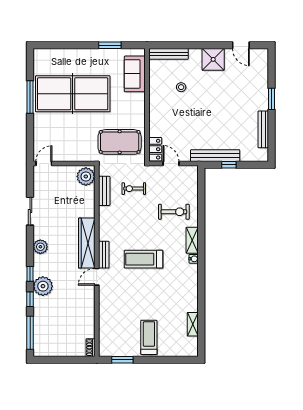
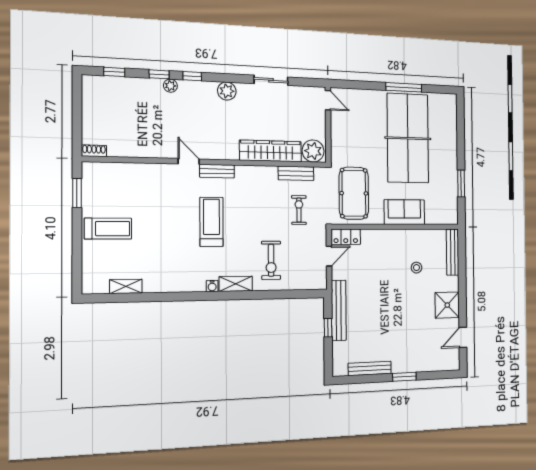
sofa: (135, 74) -> (404, 212), moved
wardrobe: (87, 243) -> (271, 151), moved
plant: (43, 286) -> (170, 86), width x0.53, depth x0.53
window: (30, 333) -> (114, 72), width x0.46

